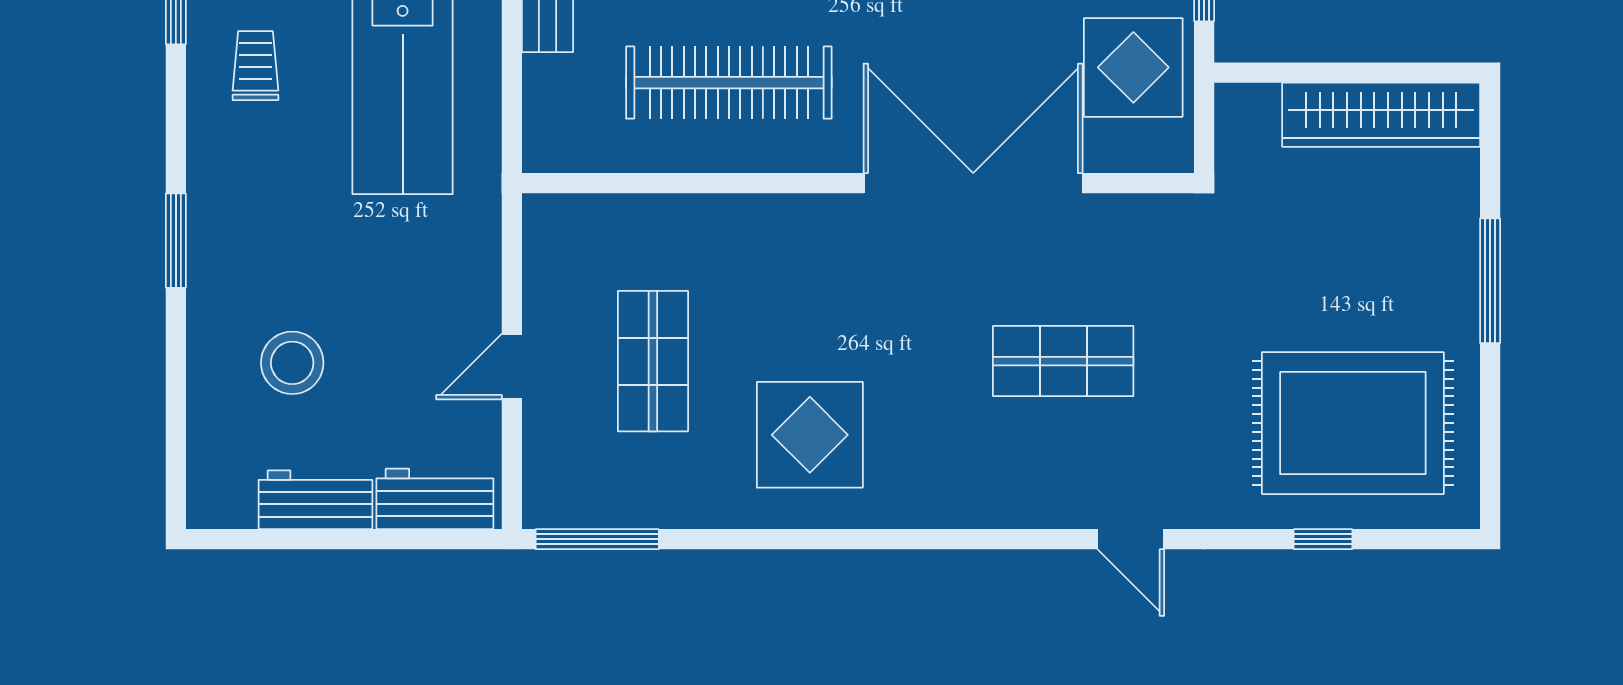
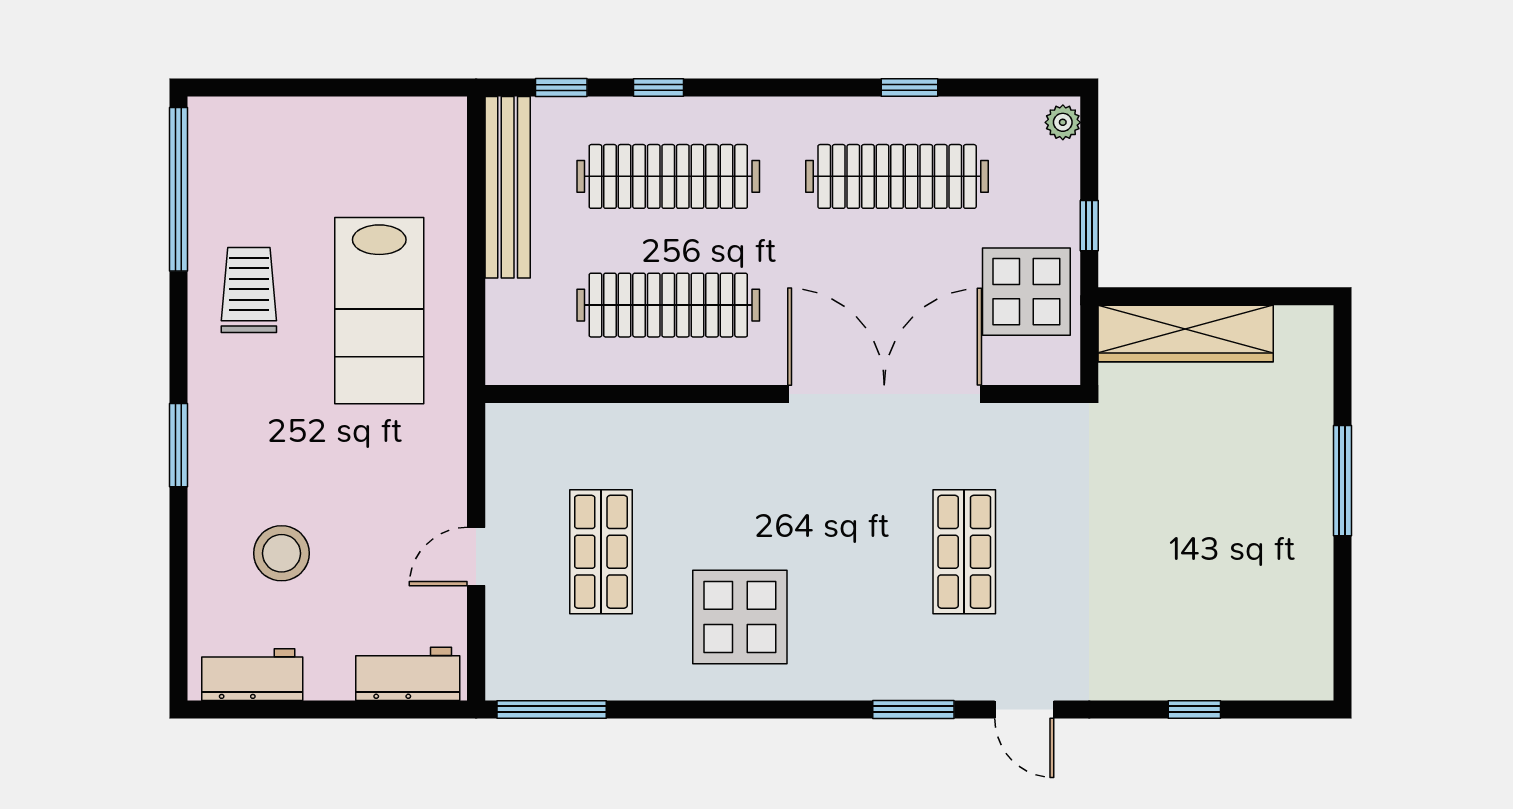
trolley: (255, 66) -> (249, 290), width x1.36, depth x1.39
wardrobe: (1381, 115) -> (1186, 334), moved
shop shelf: (1063, 361) -> (964, 552), turned 90
rug: (1353, 423) -> (1221, 607), removed
workbench: (315, 500) -> (252, 675), moved
window: (1006, 539) -> (913, 709), added

